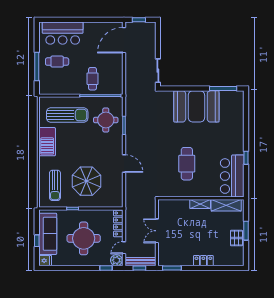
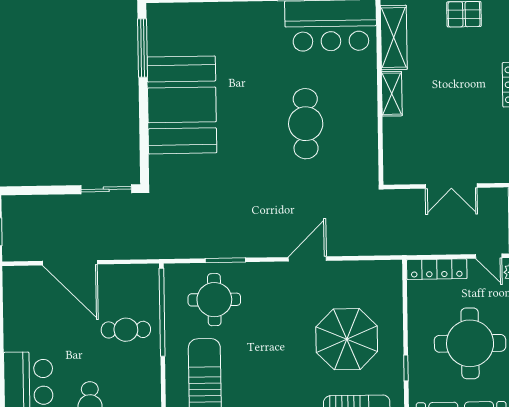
door: (124, 40) -> (70, 263), moved
cafe table: (187, 164) -> (306, 124), turned 90

